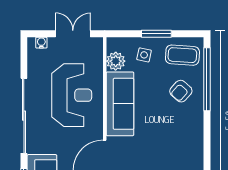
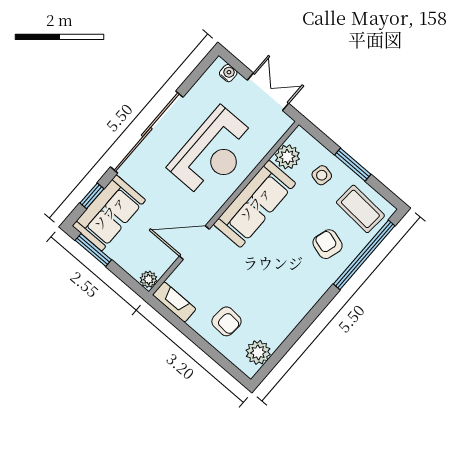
armchair: (181, 91) -> (328, 244), turned 65

